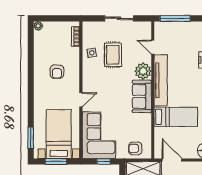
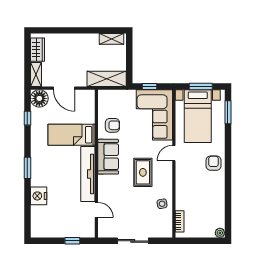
window: (175, 18) -> (72, 241), width x0.46
rug: (113, 55) -> (143, 172), moved
plant: (143, 71) -> (107, 184), removed
armchair: (57, 72) -> (214, 163), moved
armchair: (135, 148) -> (112, 125), moved
door: (172, 160) -> (64, 88), moved

